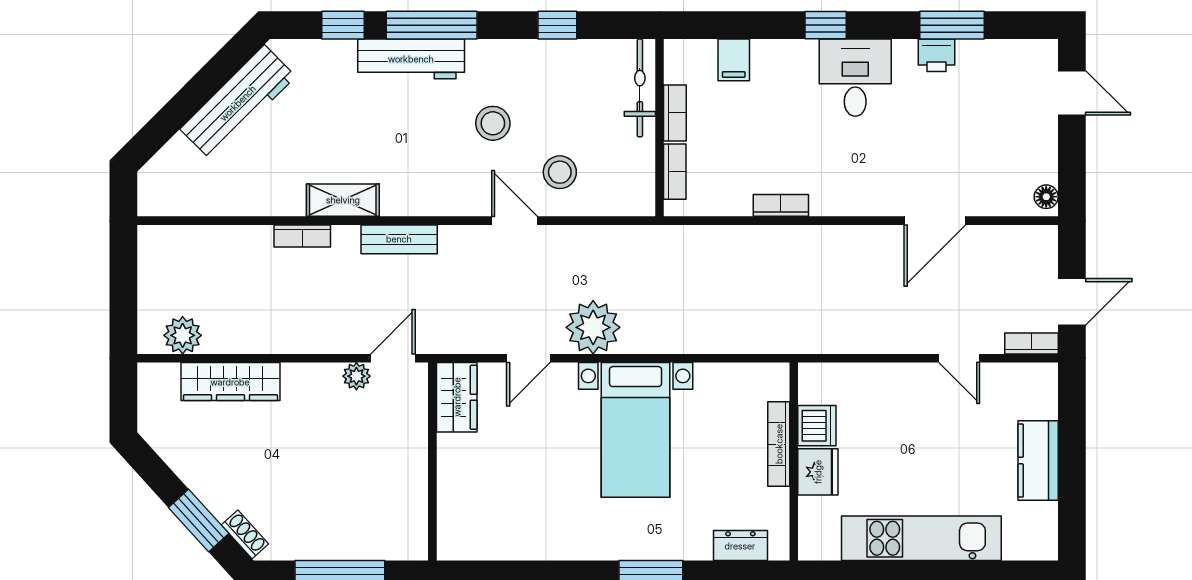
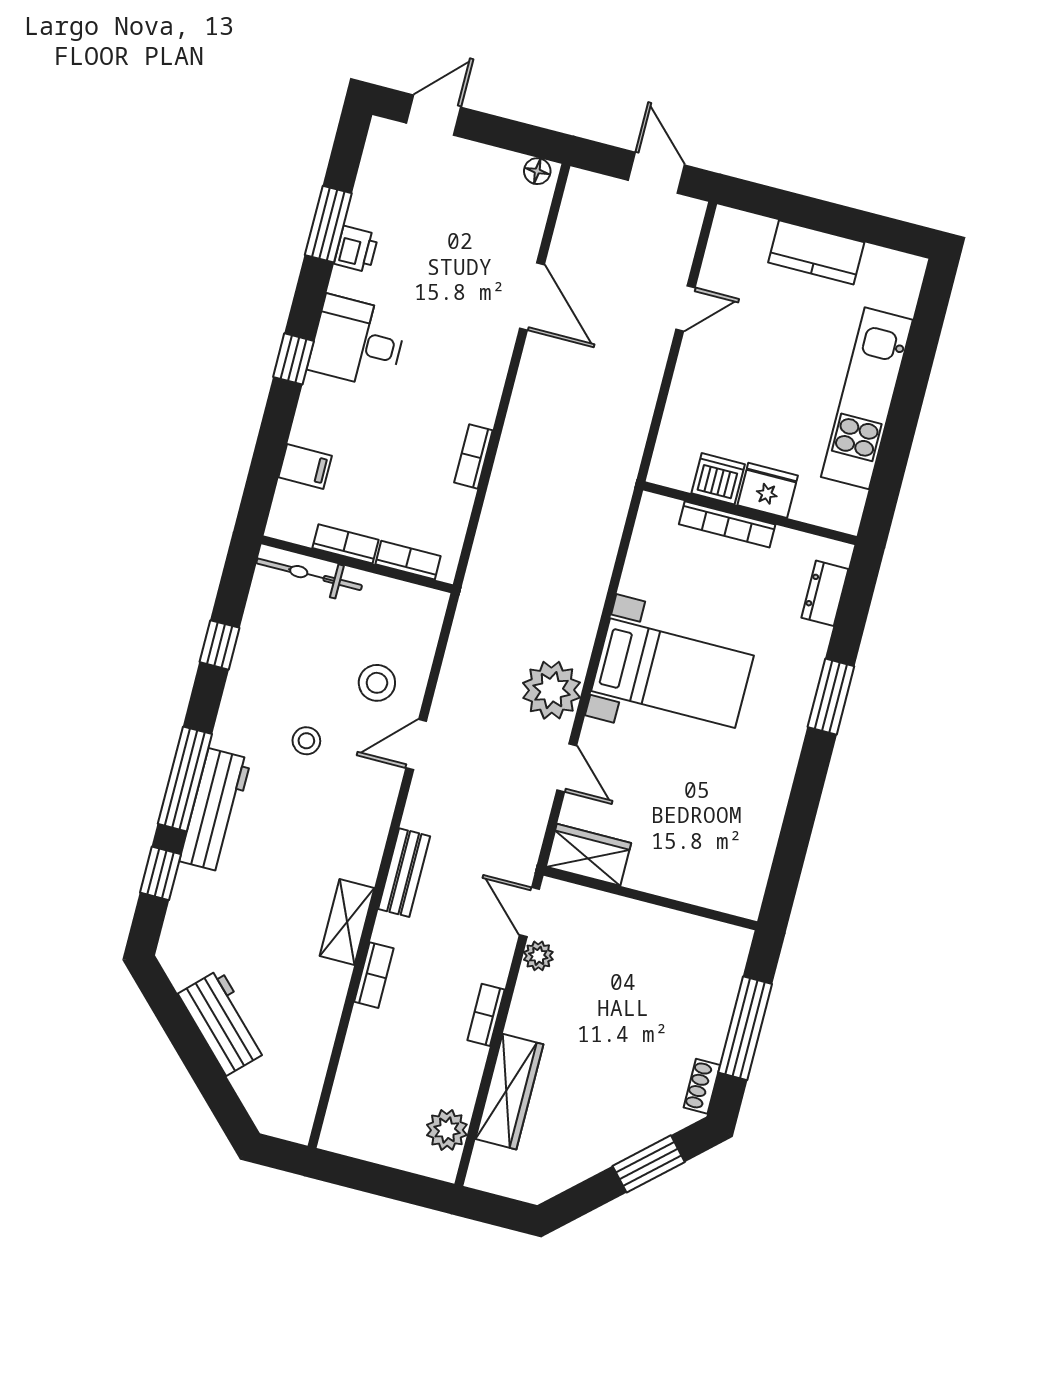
workbench: (238, 103) -> (223, 1022), width x0.73
stool: (493, 123) -> (306, 741), width x0.73, depth x0.73
bookcase: (1031, 344) -> (486, 1015), moved
shoe rack: (245, 534) -> (702, 1086), moved, turned -48

